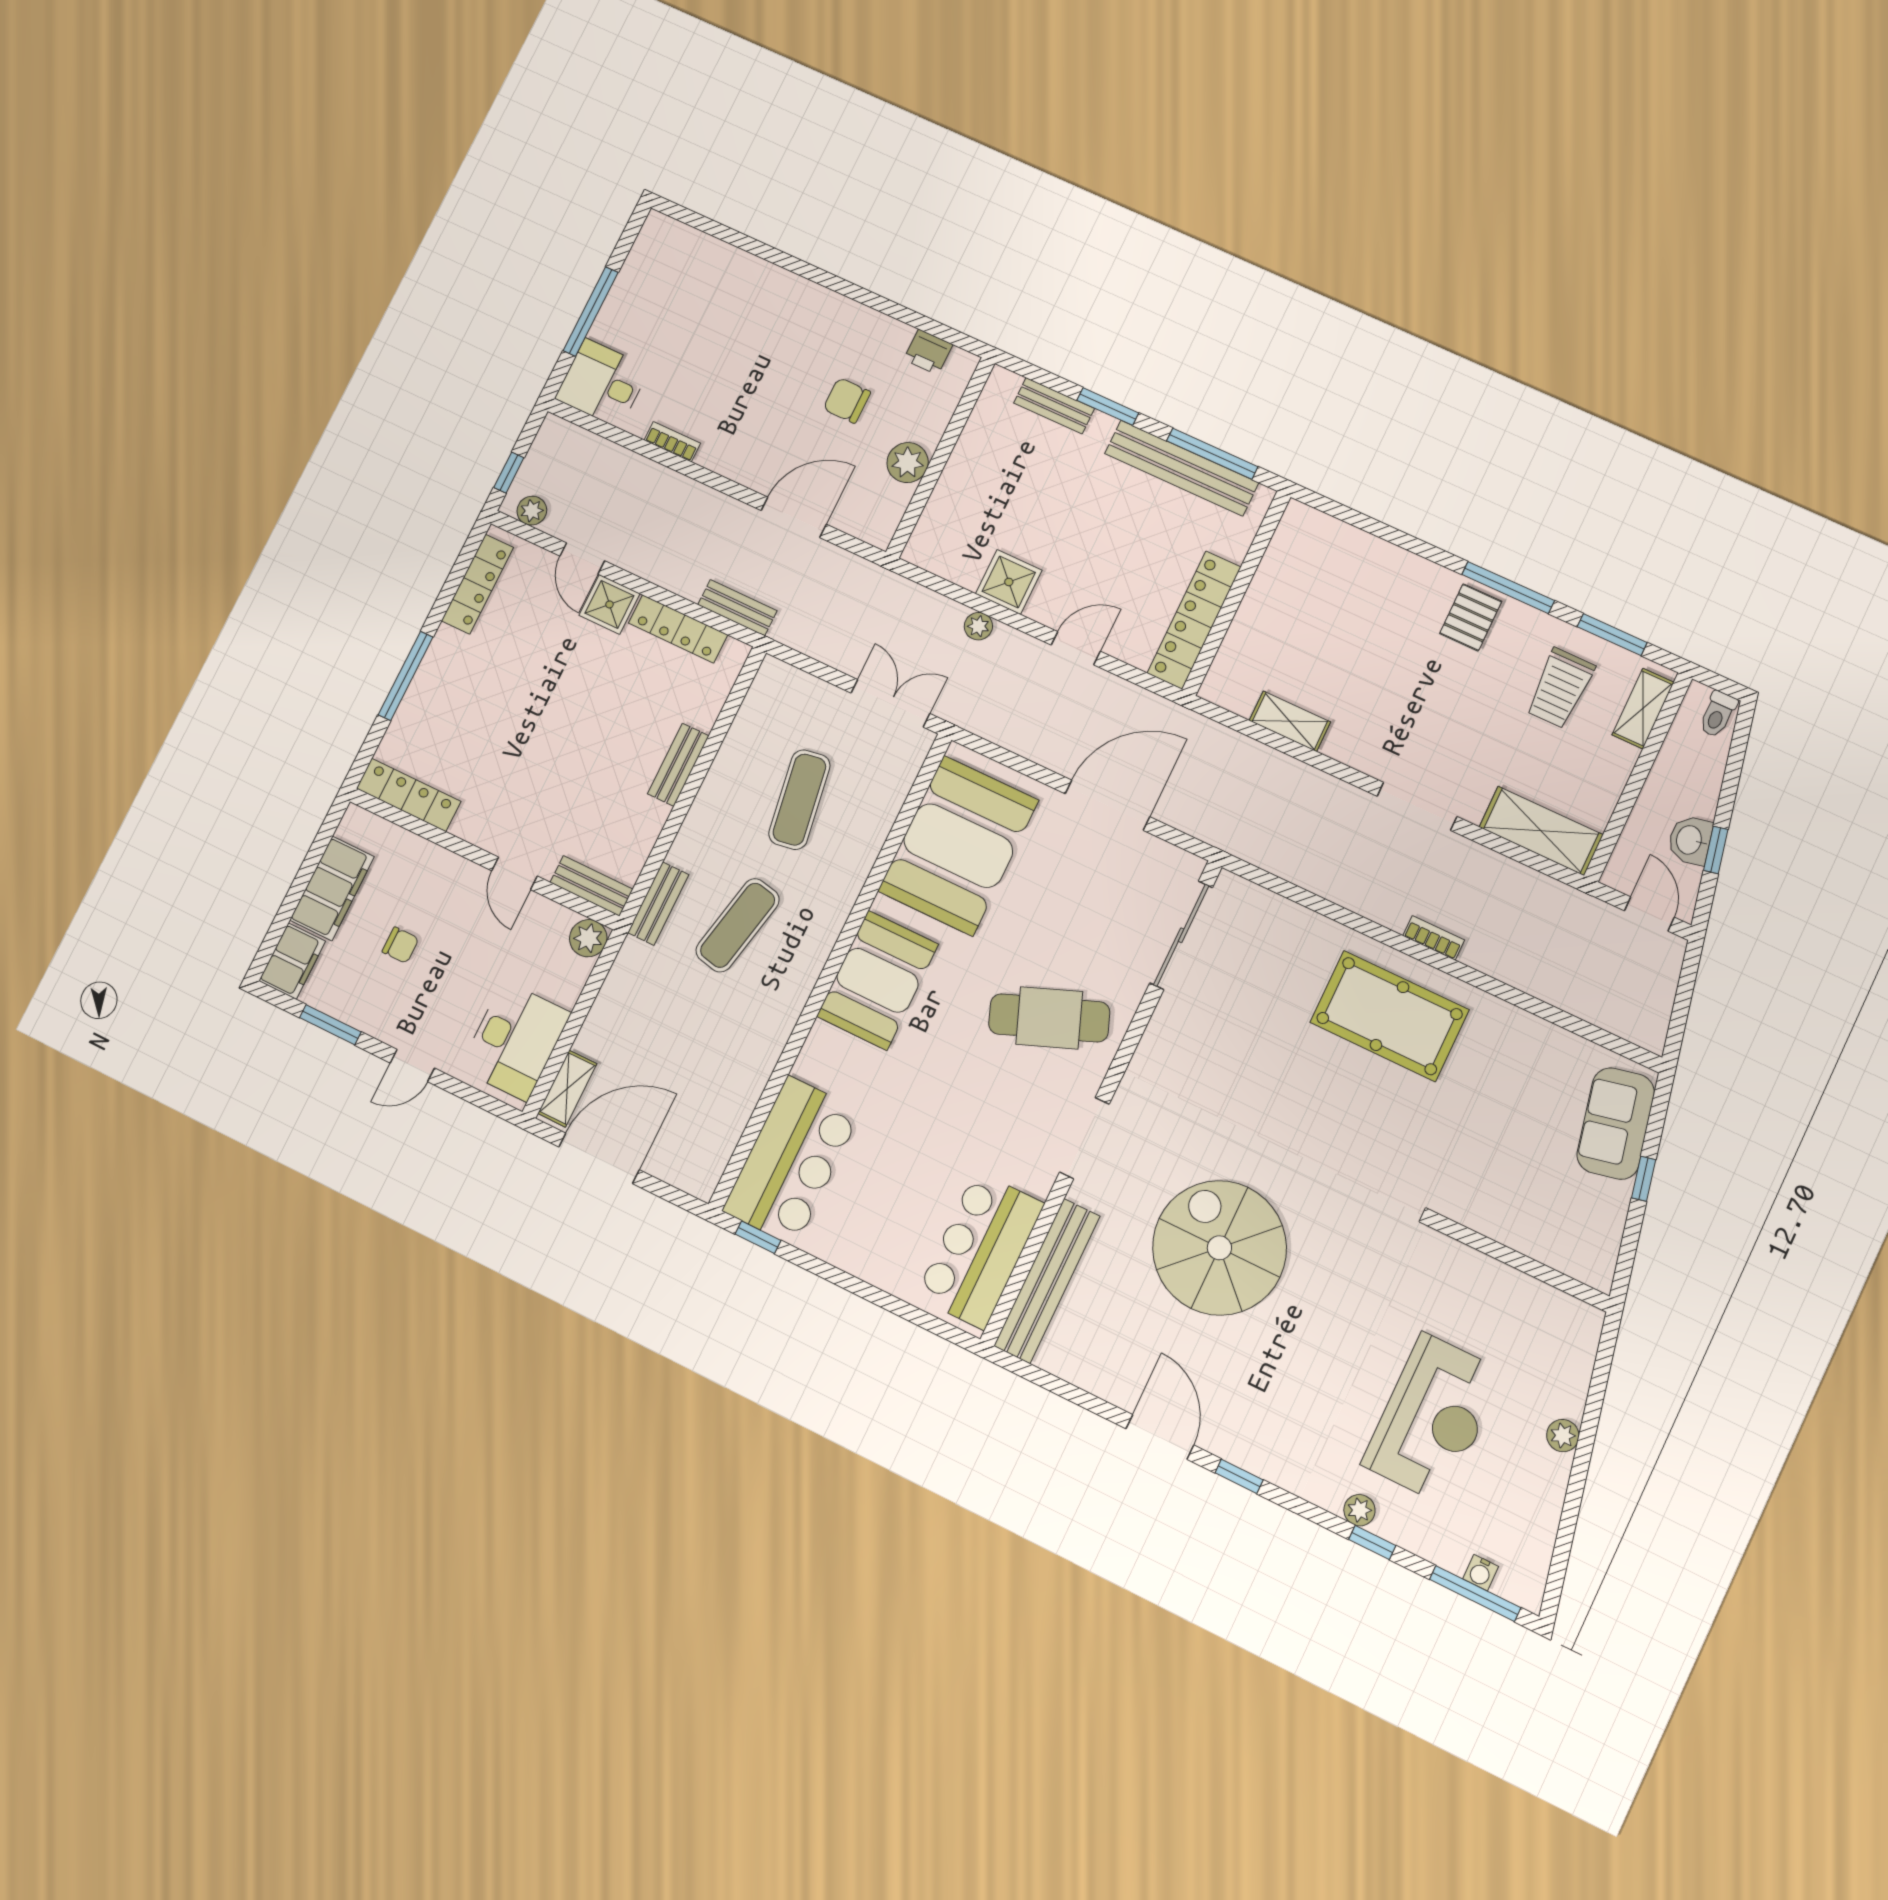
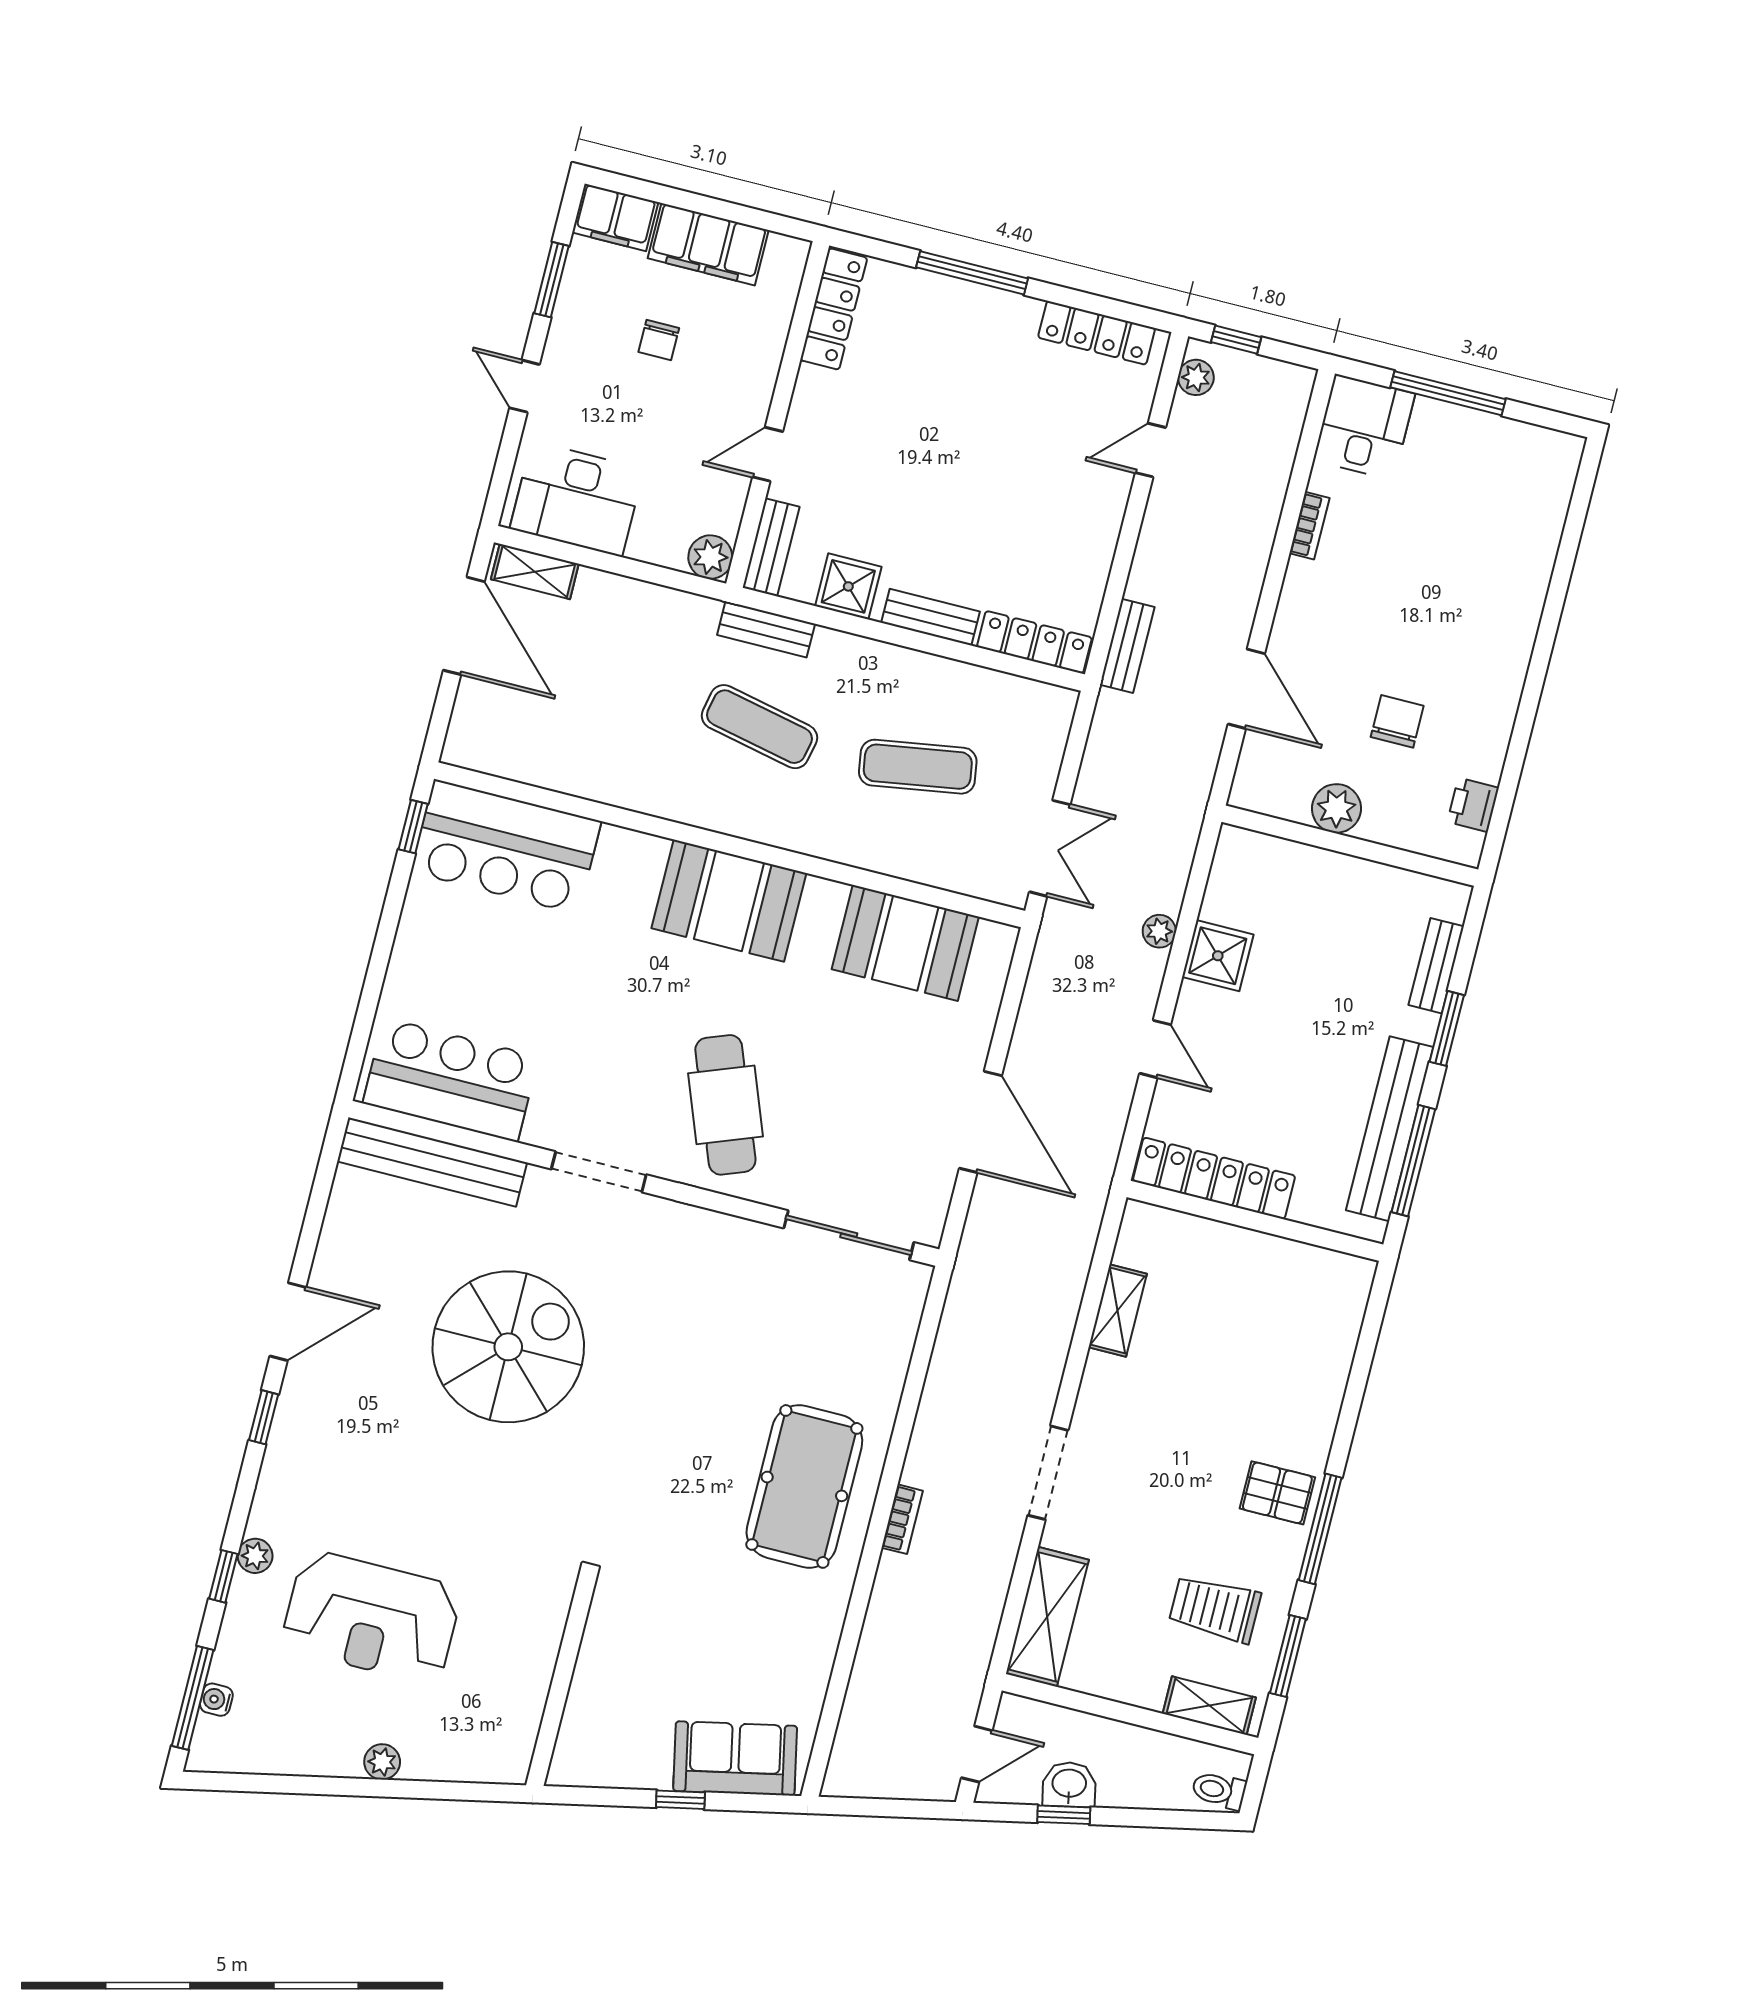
shower: (609, 604) -> (848, 586), moved
locker: (678, 629) -> (1034, 642), moved, turned 90
booth: (958, 846) -> (905, 943), width x0.73, depth x0.70

